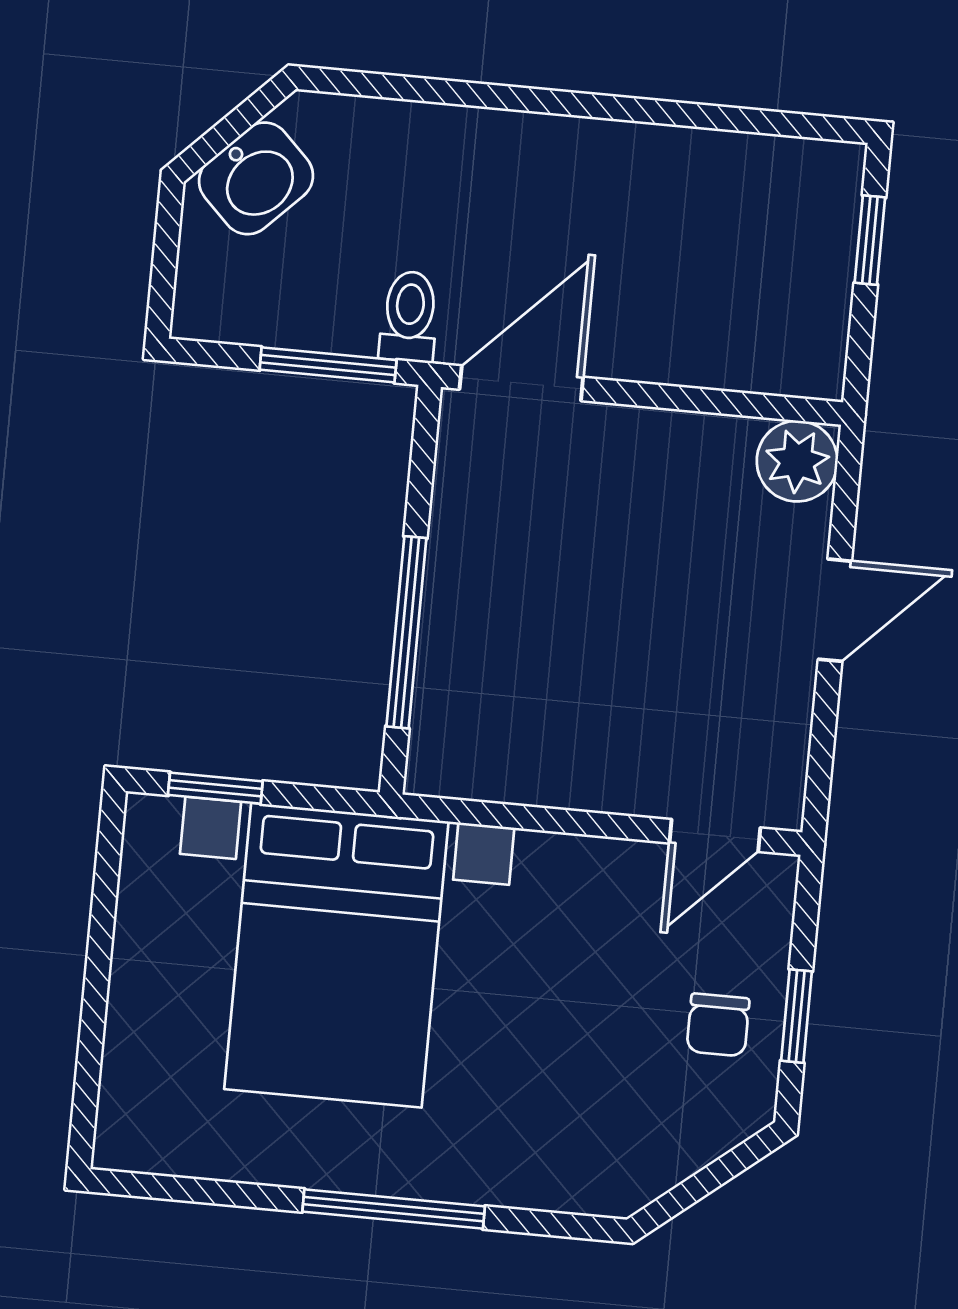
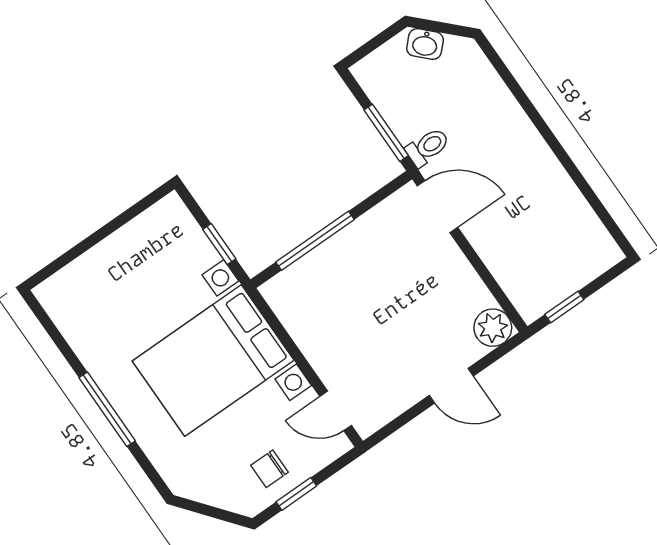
washbasin: (256, 178) -> (425, 44), width x0.72, depth x0.69
window: (870, 240) -> (564, 307), moved
window: (215, 788) -> (219, 244), moved
bed with nightstands: (336, 955) -> (213, 361), moved

